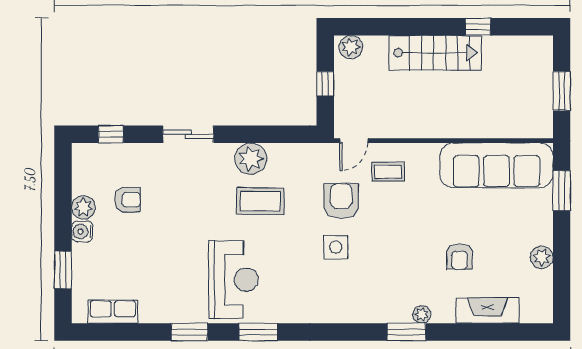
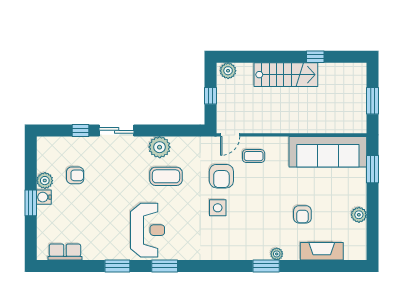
window: (111, 134) -> (80, 130), moved
armchair: (341, 201) -> (221, 176), turned 180
window: (63, 270) -> (31, 203), moved

